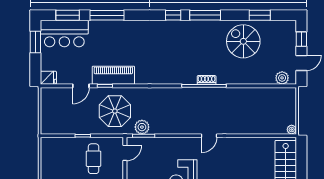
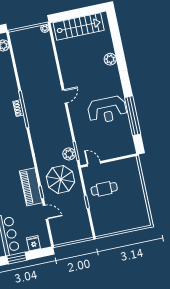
fridge: (48, 78) -> (34, 243), moved
door: (209, 136) -> (65, 96), hinge flipped

